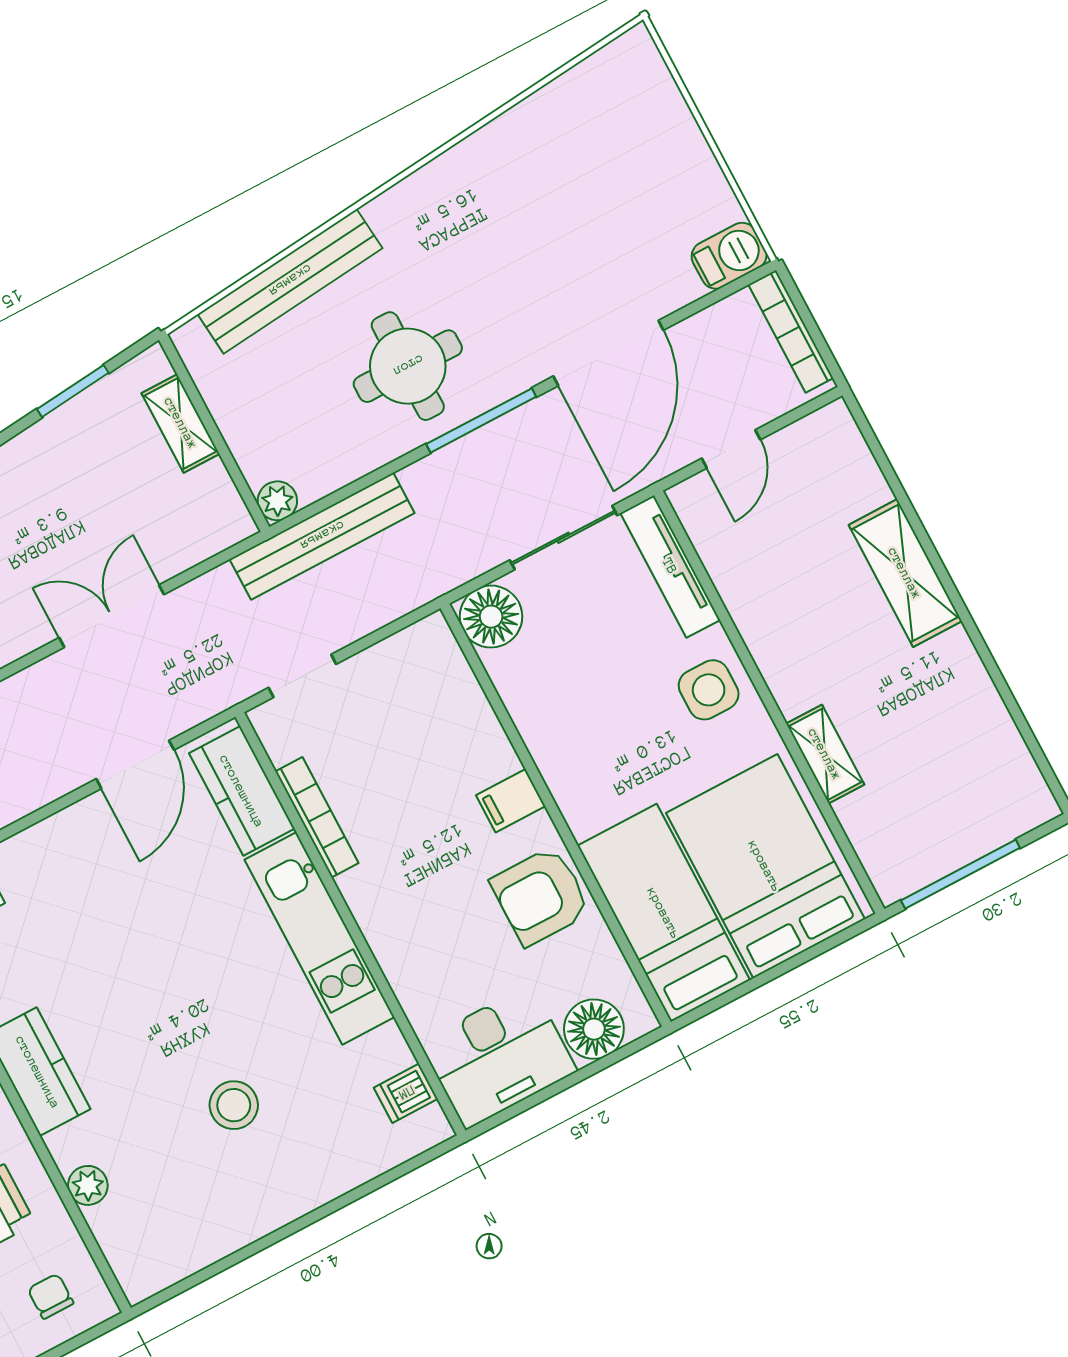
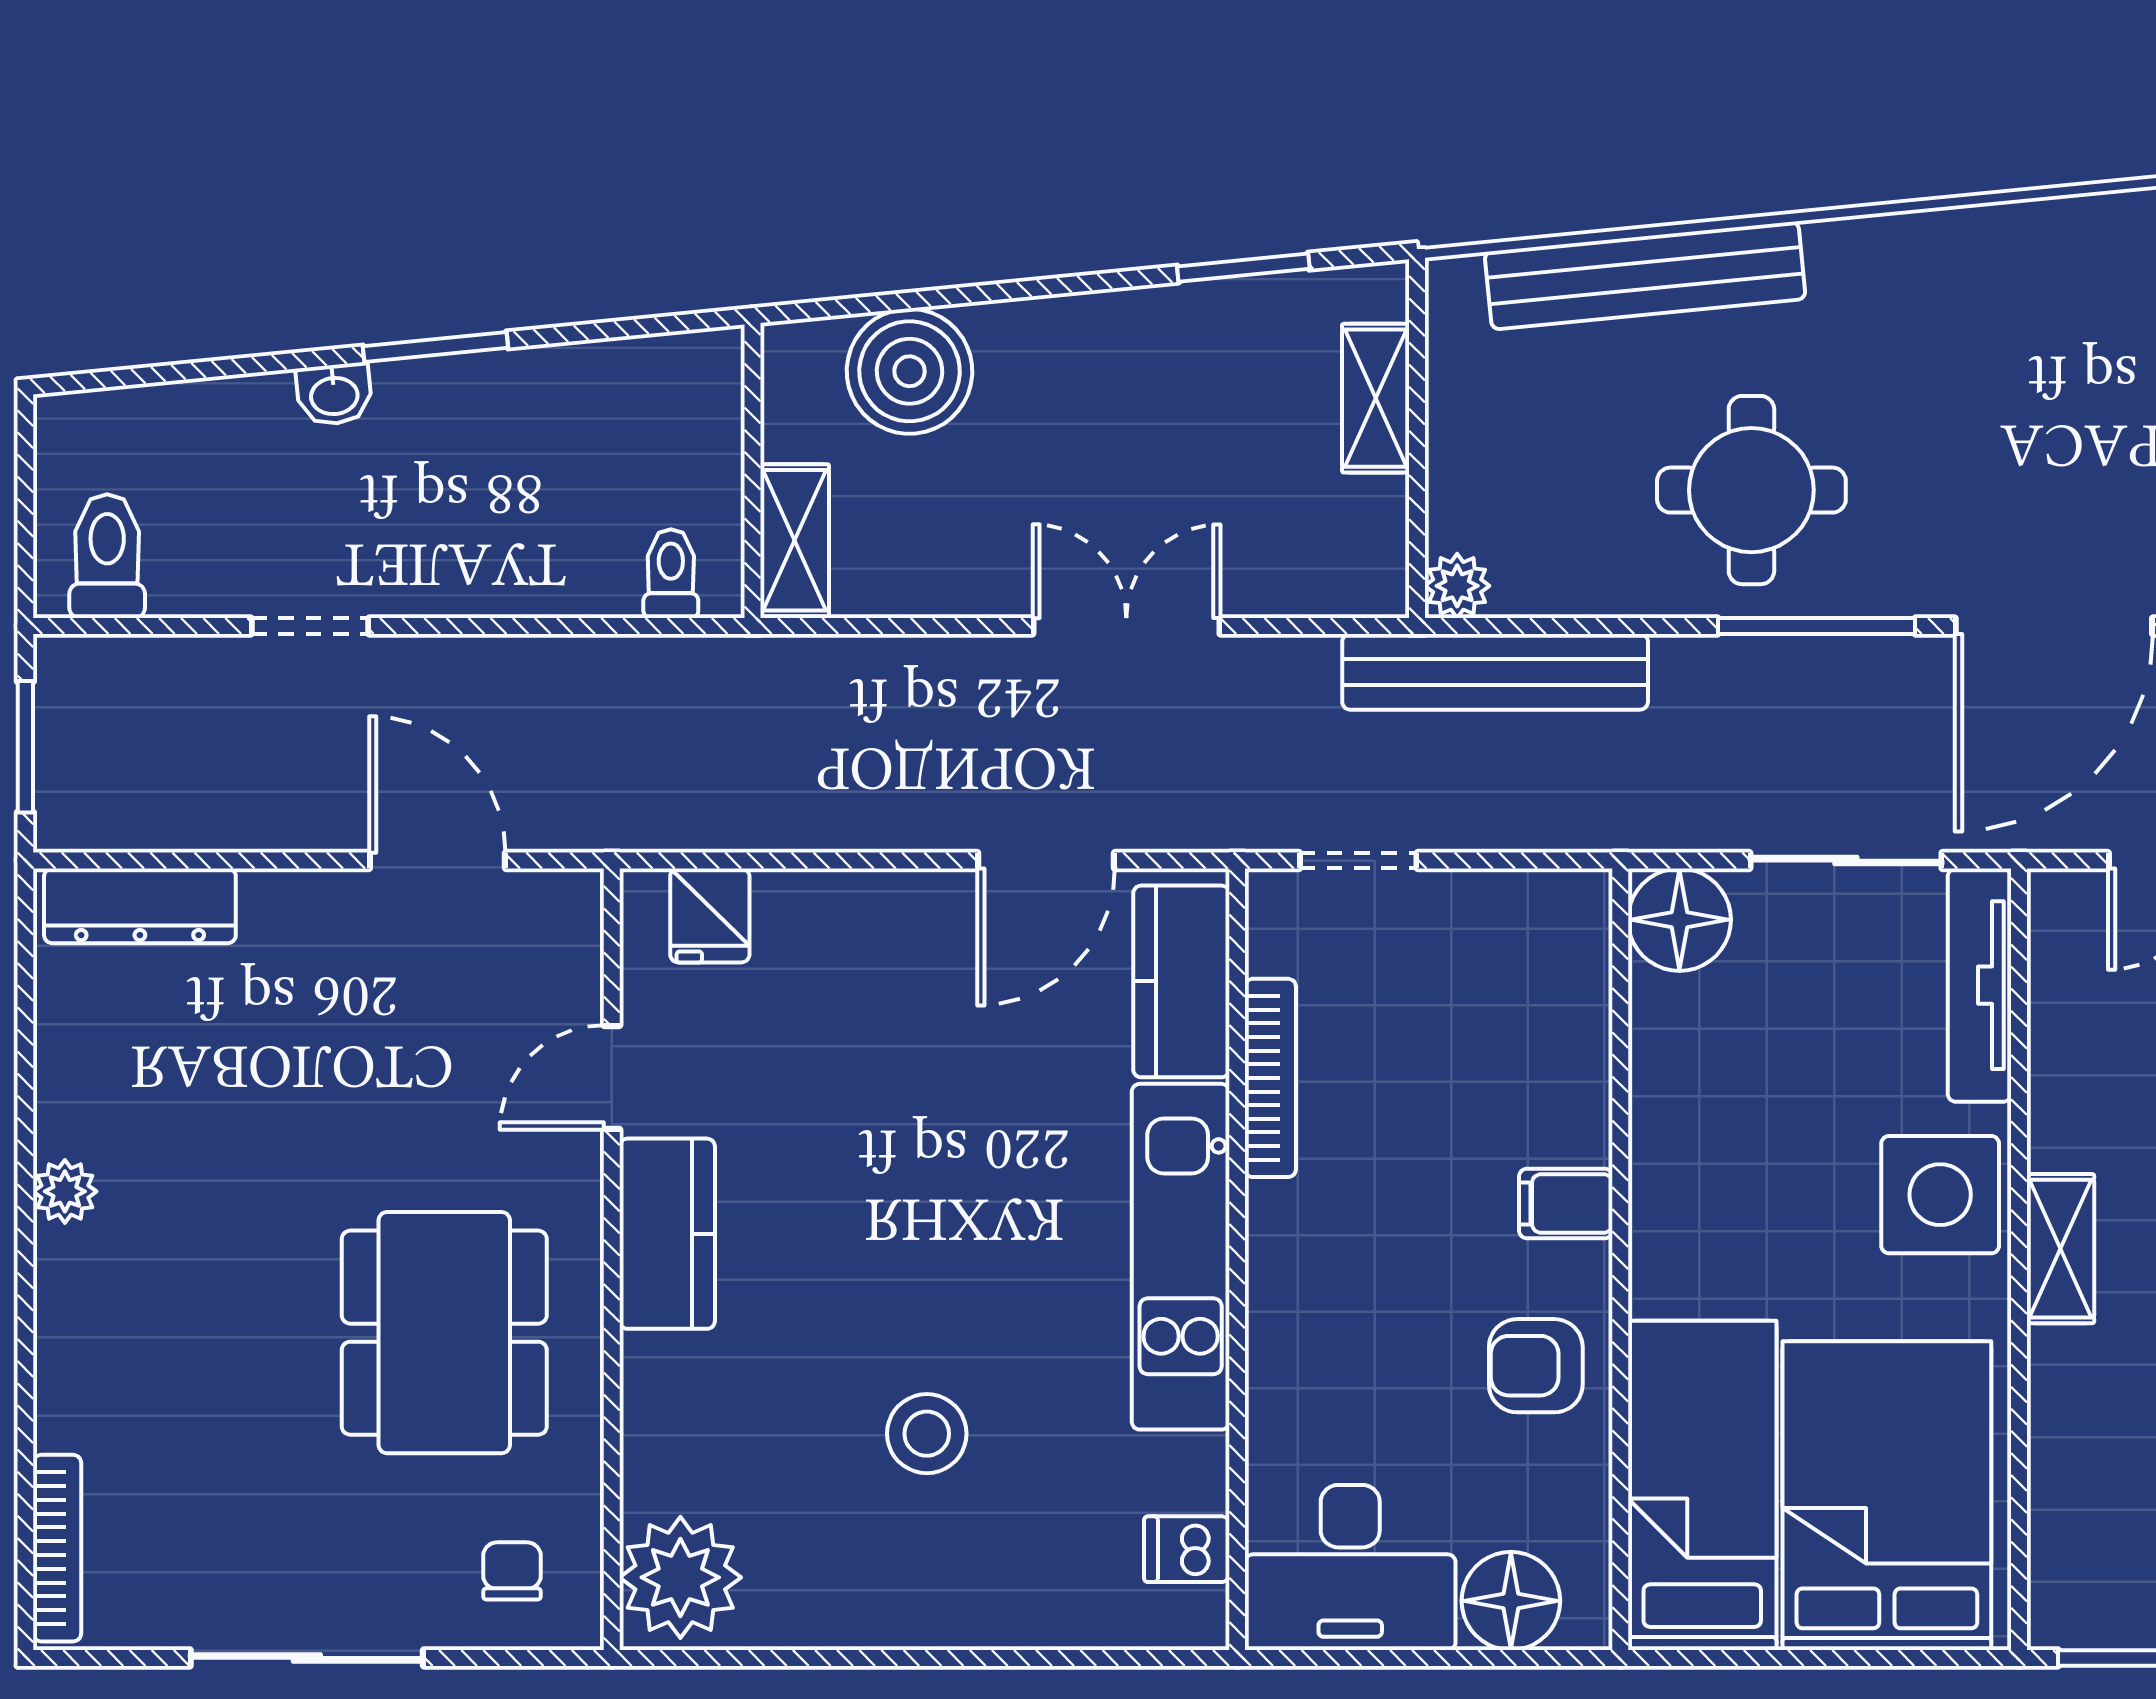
side table: (709, 690) -> (1940, 1195), width x1.37, depth x1.37
shelving: (825, 754) -> (2060, 1249), moved
armchair: (541, 896) -> (1536, 1366), width x0.72, depth x0.72
plant: (88, 1185) -> (680, 1577), moved, width x1.87, depth x1.87

